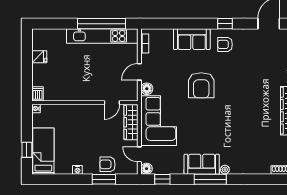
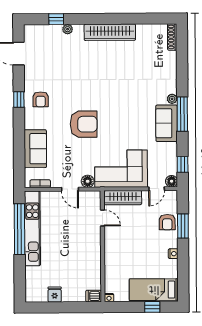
sofa: (192, 39) -> (35, 149), moved

